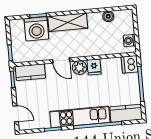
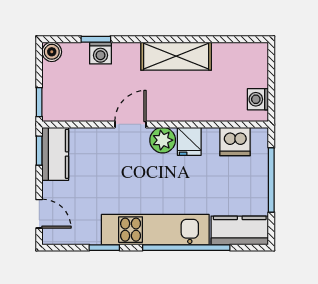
boiler: (108, 16) -> (52, 52), moved
shelving: (68, 22) -> (176, 56), moved
washing machine: (36, 29) -> (100, 53), width x0.53, depth x0.53
door: (61, 61) -> (130, 124), swing flipped
dishwasher: (130, 64) -> (235, 141), moved, turned -90
kitchen counter: (30, 72) -> (55, 154), moved, turned -90

